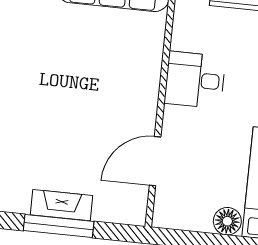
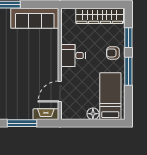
fireplace: (62, 205) -> (46, 114), moved

